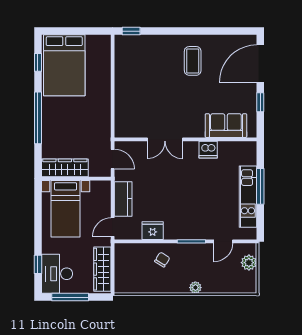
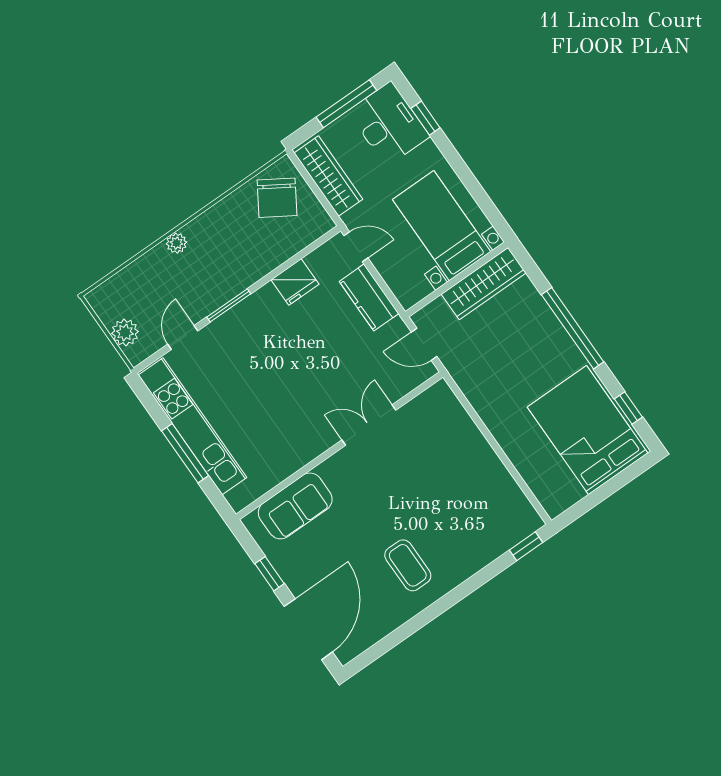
dishwasher: (208, 150) -> (297, 454), removed
kitchen unit: (248, 197) -> (192, 426), width x1.36
door: (113, 227) -> (356, 247), hinge flipped
chair: (162, 260) -> (277, 198), moved, width x1.87, depth x1.87

